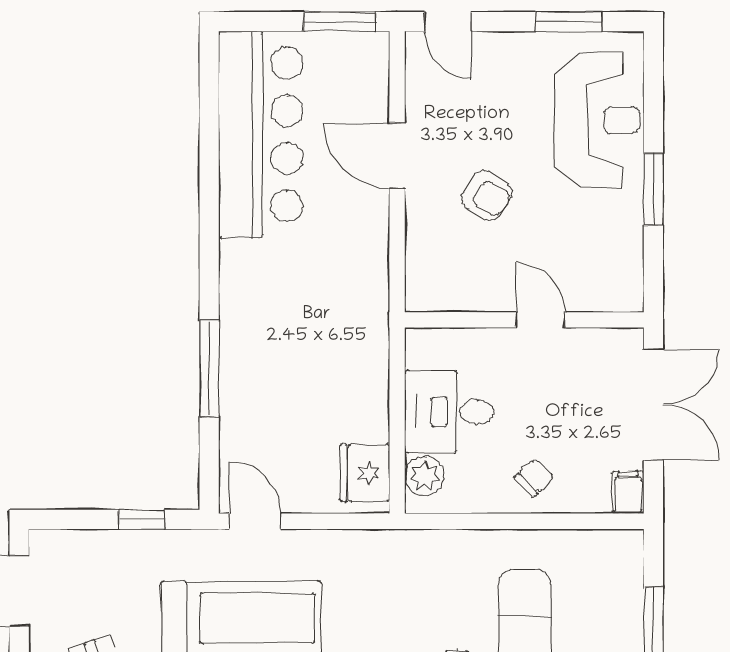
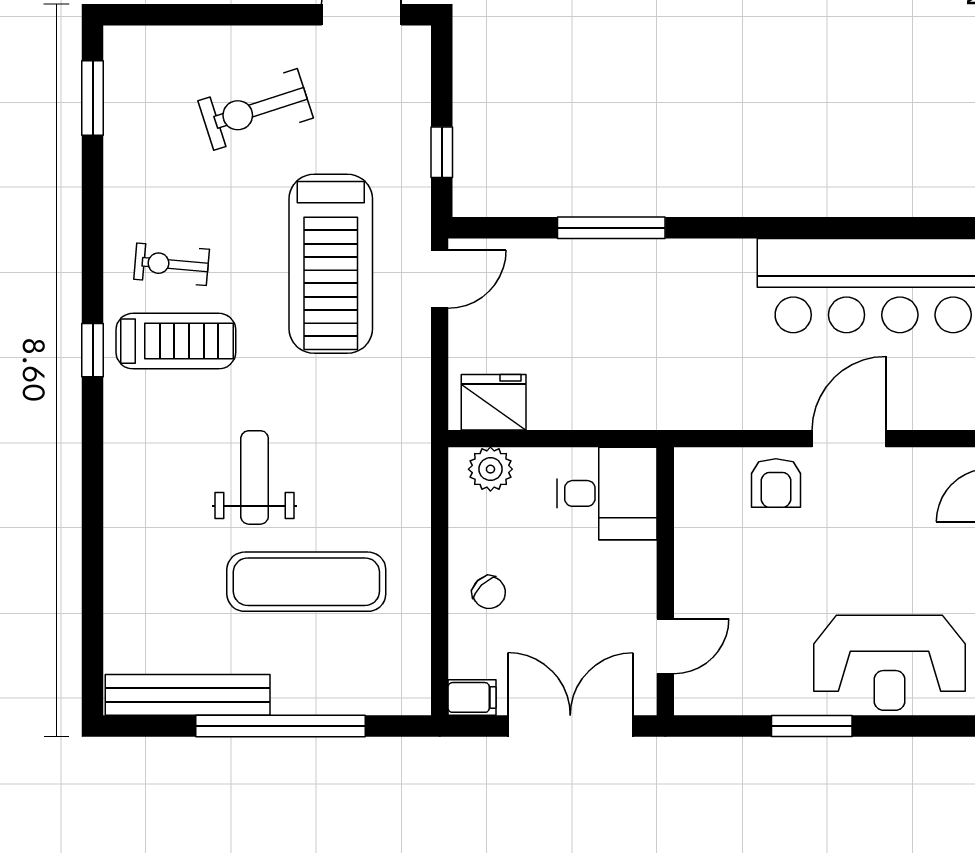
armchair: (487, 196) -> (776, 483), moved, turned -33
door: (540, 320) -> (665, 646), moved
double door: (653, 405) -> (570, 726), swing flipped
desk: (449, 412) -> (607, 493), moved, turned 90

